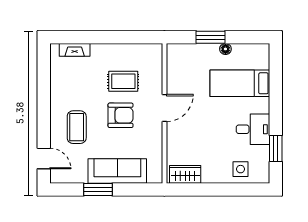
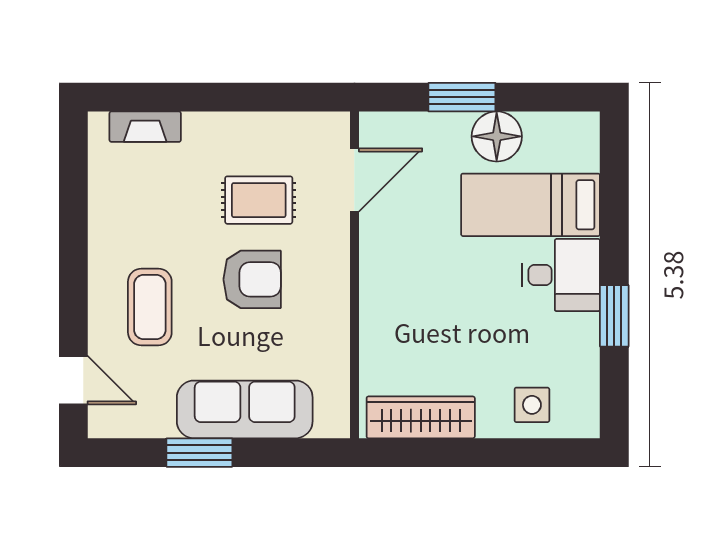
floor lamp: (225, 49) -> (497, 136), width x1.89, depth x1.89
door: (164, 108) -> (354, 180), moved
desk: (253, 129) -> (561, 275), moved
window: (276, 149) -> (614, 316), moved
wardrobe: (185, 174) -> (421, 417), width x1.50

